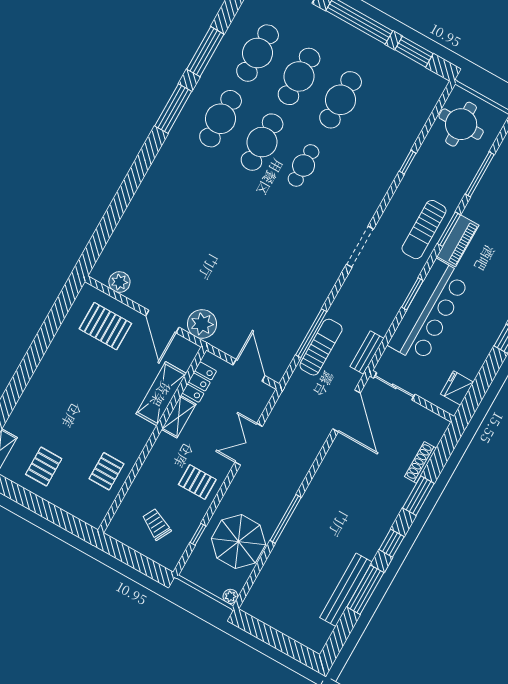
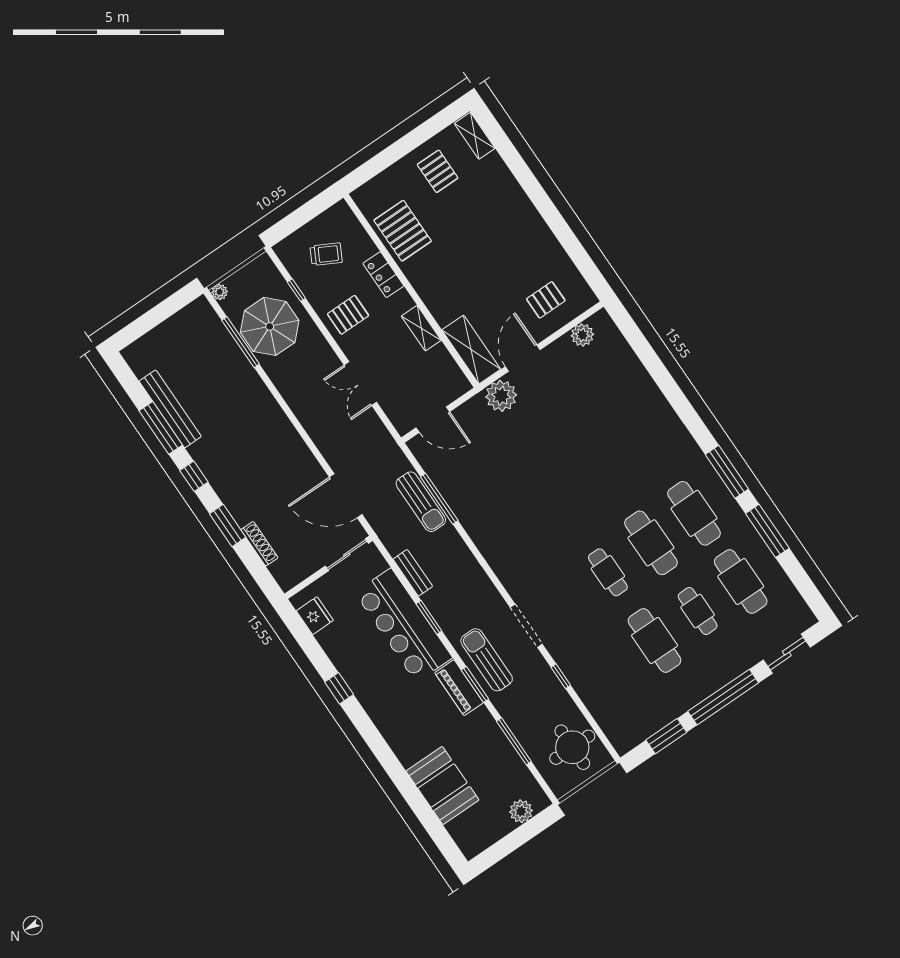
cafe table: (299, 76) -> (698, 611), width x0.73, depth x0.74
doorway: (360, 247) -> (526, 626), moved
door: (162, 322) -> (523, 358), hinge flipped
pallet: (105, 326) -> (546, 300), width x0.67, depth x0.71
bench: (367, 353) -> (413, 573), moved
locker: (199, 382) -> (383, 275), moved
shelving: (161, 394) -> (471, 350), moved
double door: (249, 444) -> (360, 384), swing flipped
pallet: (106, 471) -> (403, 231), width x1.50, depth x1.42
window: (286, 519) -> (241, 342), moved

